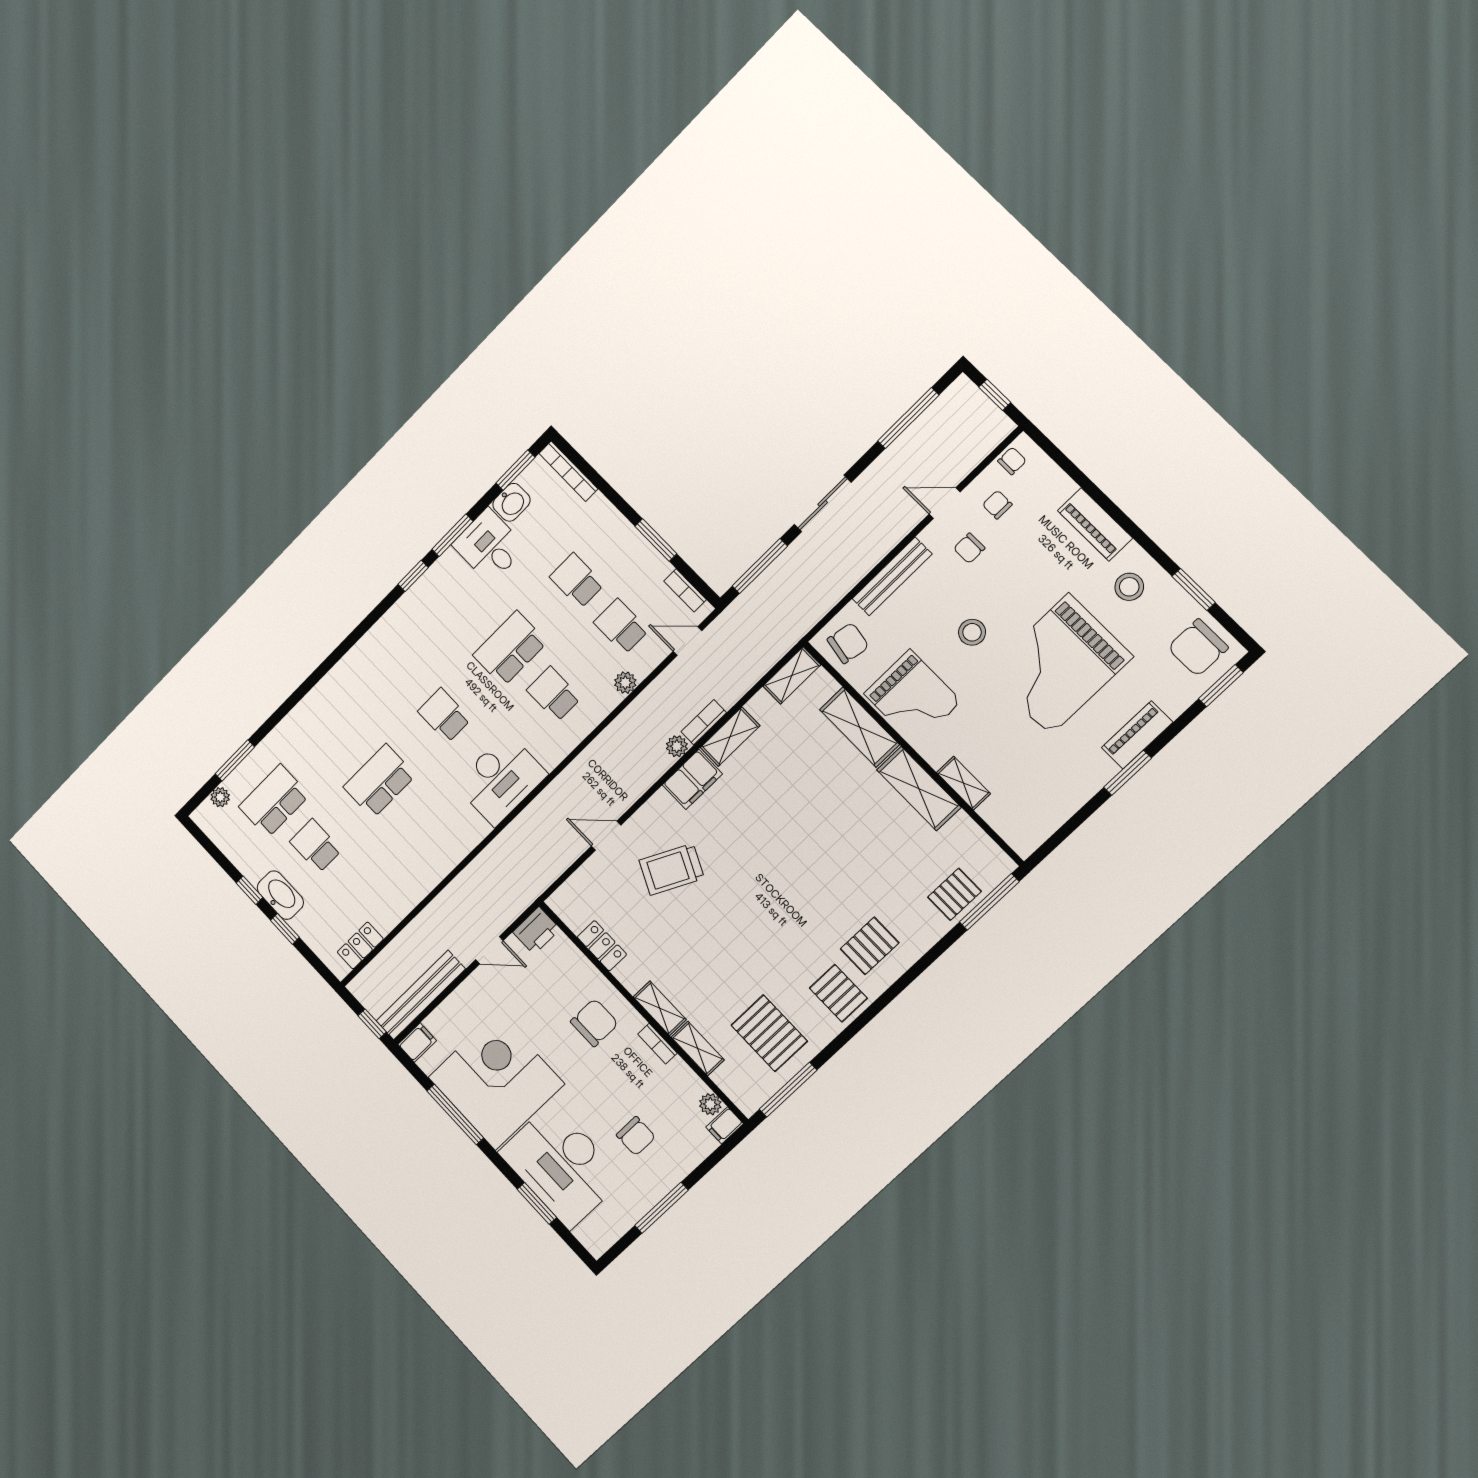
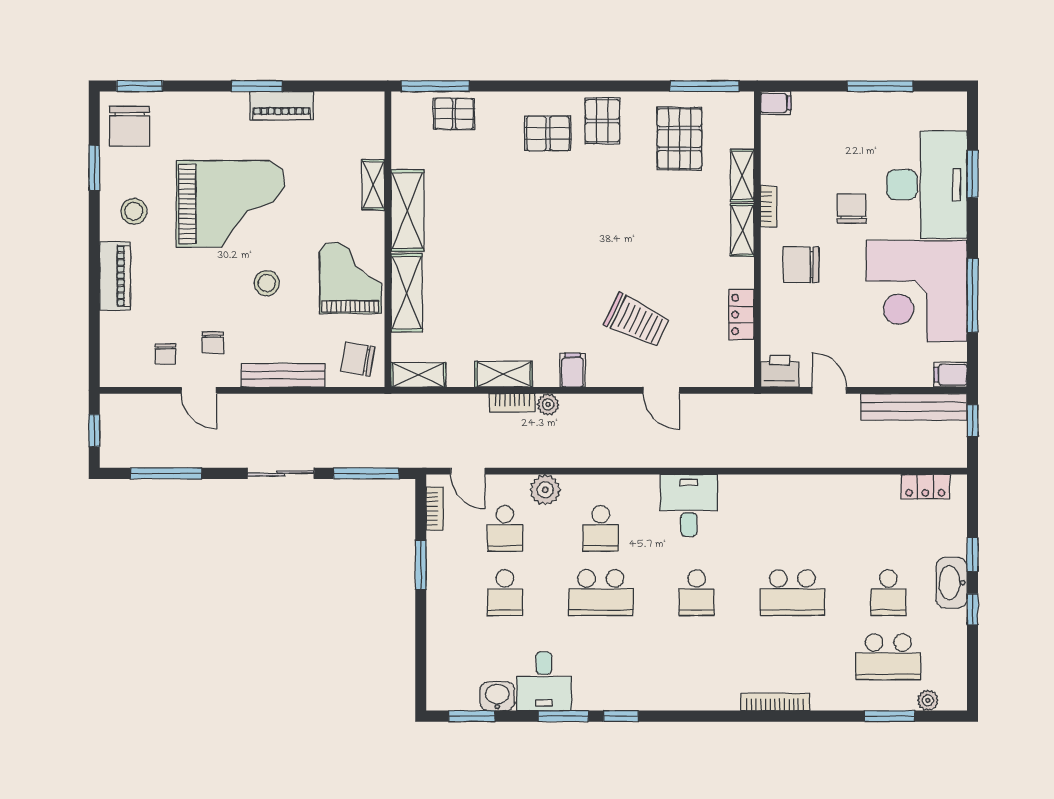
chair: (1012, 461) -> (127, 374), removed
bookcase: (568, 471) -> (775, 702), moved, turned -90
chair: (969, 548) -> (213, 343), turned 90
chair: (1198, 648) -> (130, 126), turned 90
plant: (625, 683) -> (545, 490), width x1.38, depth x1.38
piano: (1137, 735) -> (282, 106), moved
desk: (501, 779) -> (689, 505), width x0.73
filing cabinet: (692, 779) -> (573, 370), width x0.50
plant: (710, 1104) -> (772, 127), removed
chair: (636, 1136) -> (852, 209), moved

